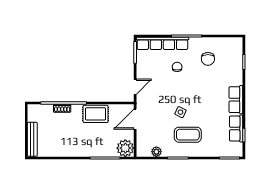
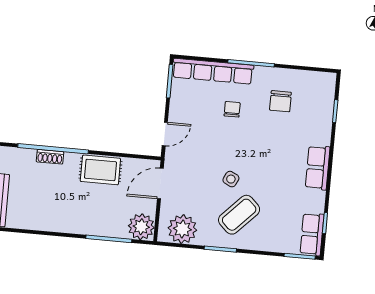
row of seats: (236, 129) -> (312, 234), moved
coffee table: (188, 135) -> (239, 215), turned -46
plant: (156, 152) -> (182, 229), width x1.88, depth x1.88

